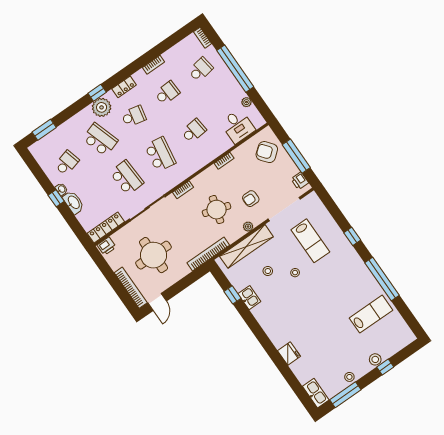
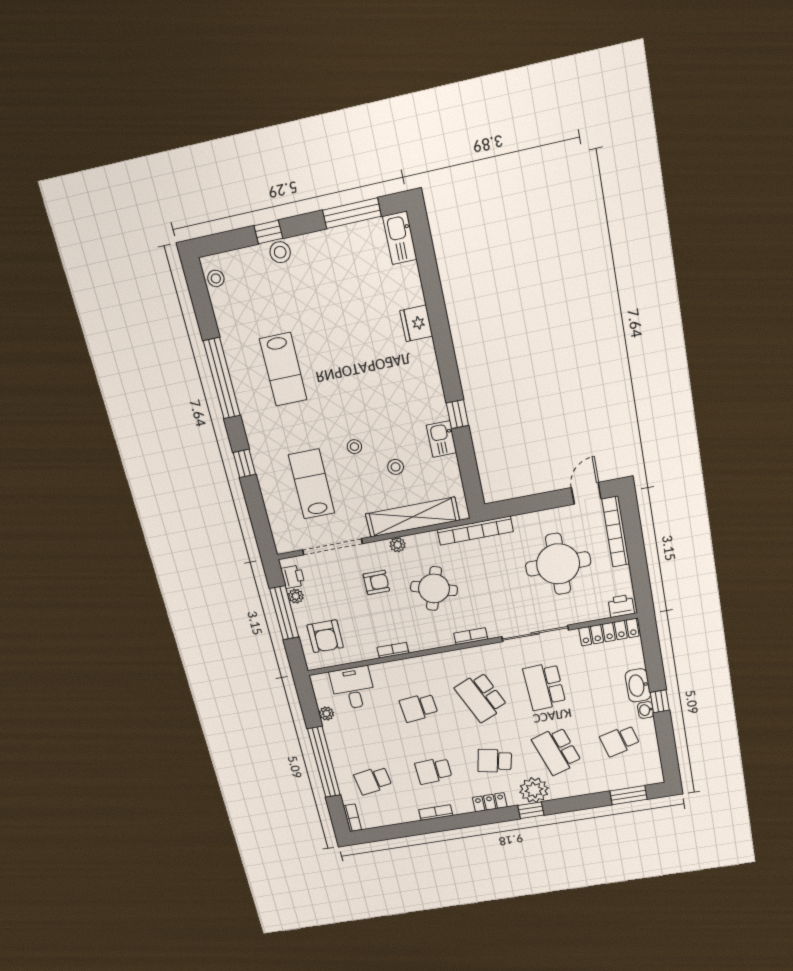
armchair: (267, 152) -> (325, 636), turned 39
school desk: (160, 154) -> (481, 697), turned -33
plant: (294, 170) -> (296, 596), added
window: (233, 295) -> (457, 414), moved
lab bench: (371, 314) -> (283, 369), moved, turned -90
stool: (349, 377) -> (216, 278), moved

